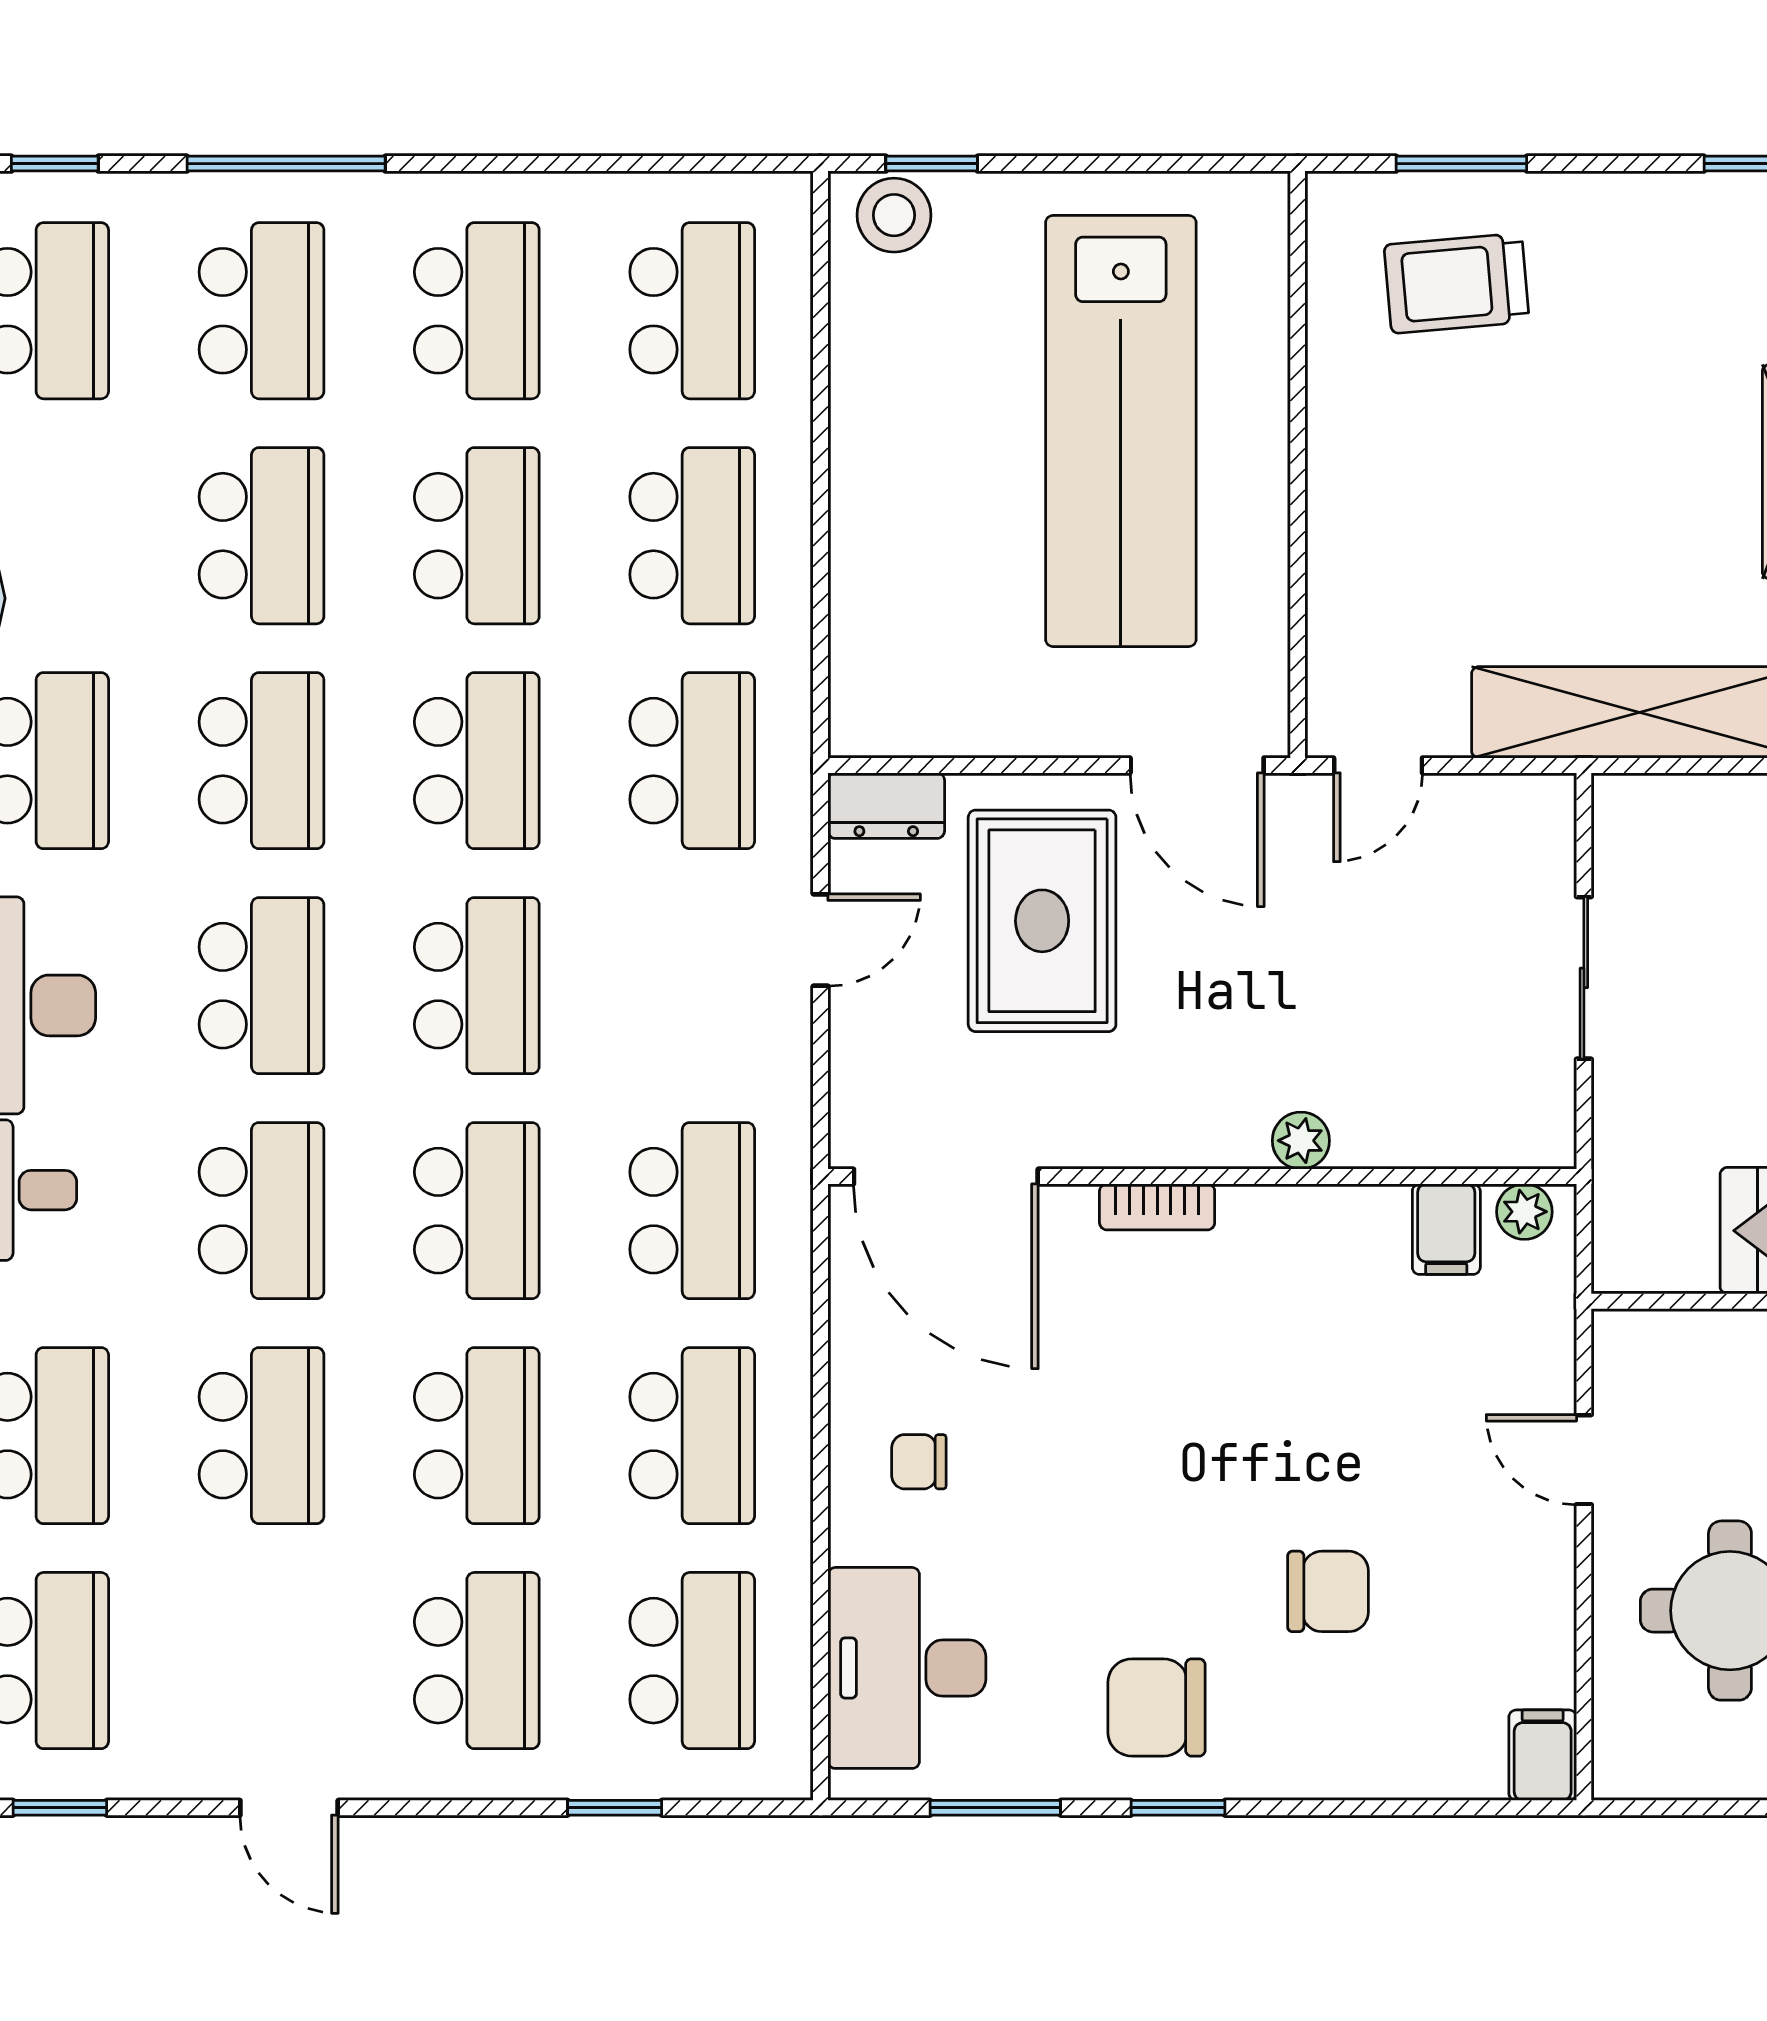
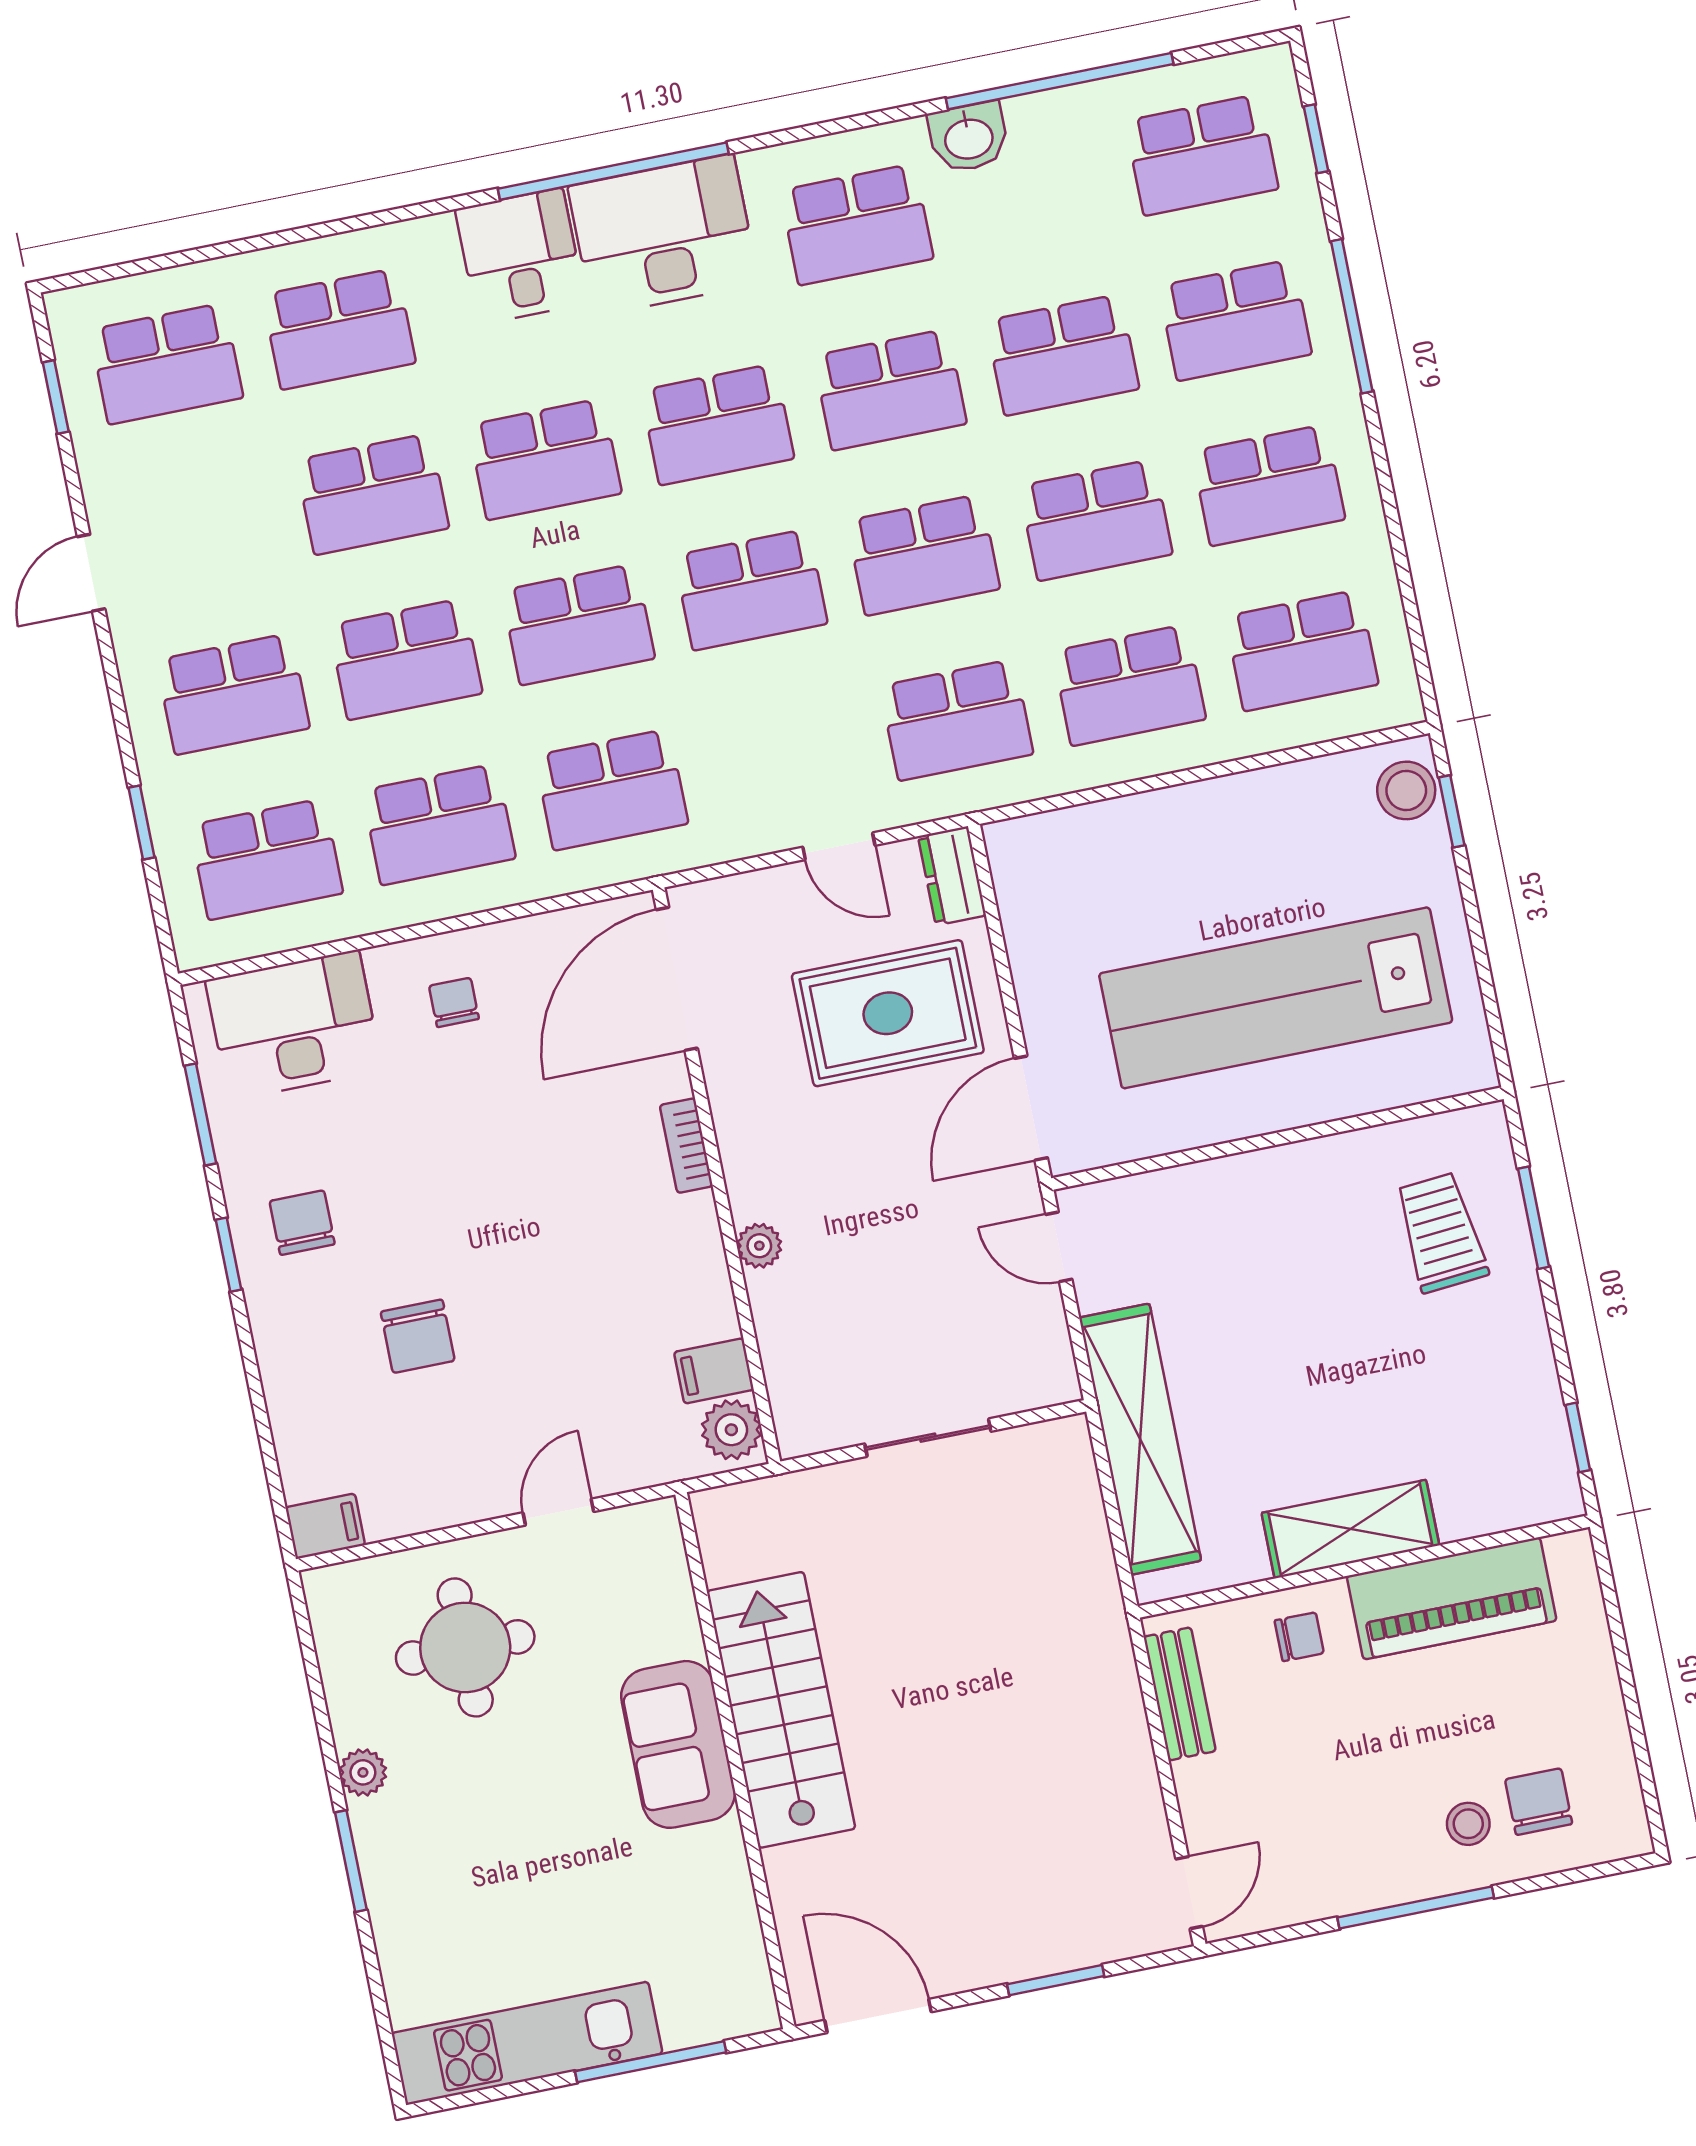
plant: (1524, 1212) -> (731, 1430), width x1.38, depth x1.38
chair: (1156, 1707) -> (302, 1223), width x0.73, depth x0.73

